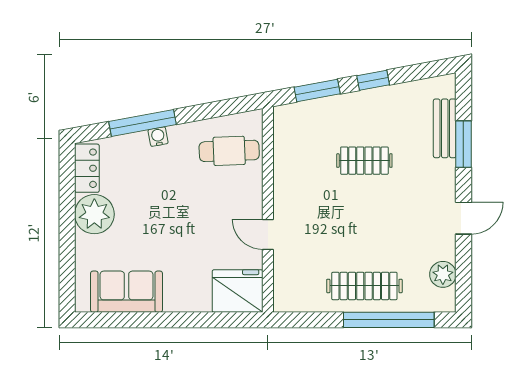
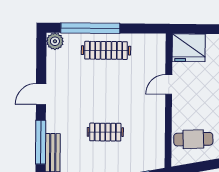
window: (463, 144) -> (41, 142), width x1.44
door: (268, 234) -> (169, 85), swing flipped
plant: (443, 274) -> (55, 41), moved

